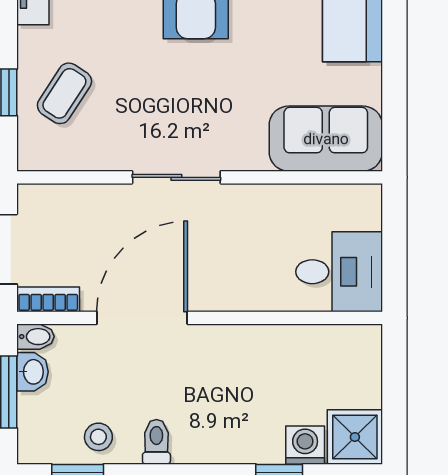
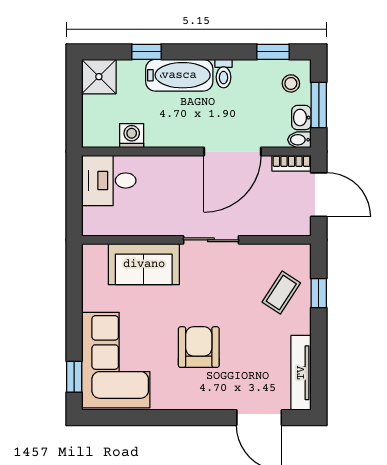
sofa: (326, 139) -> (144, 264), moved
stool: (98, 437) -> (291, 83), moved
bathtub: (227, 439) -> (179, 75), added
washing machine: (305, 445) -> (132, 136), moved, turned 180

